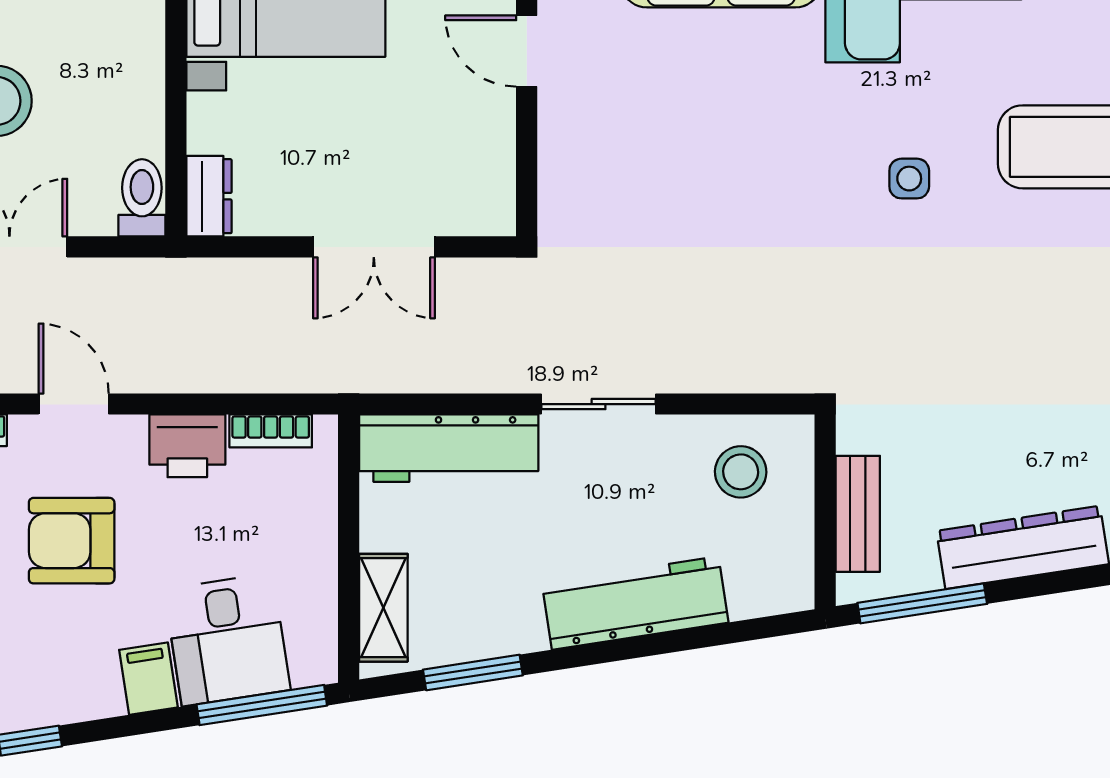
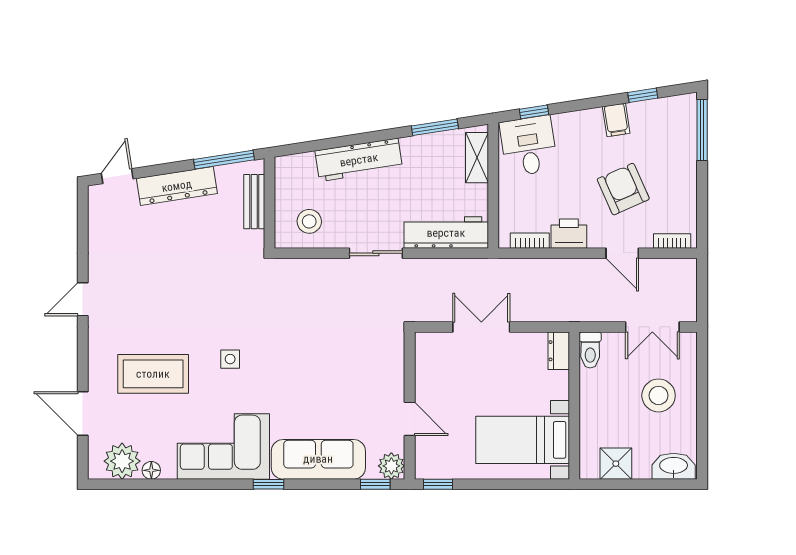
armchair: (72, 541) -> (623, 189), turned -114
desk: (227, 640) -> (529, 146), moved
filing cabinet: (148, 679) -> (616, 120), moved
window: (262, 705) -> (534, 112), width x0.46

